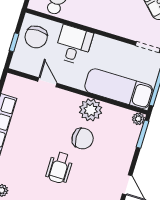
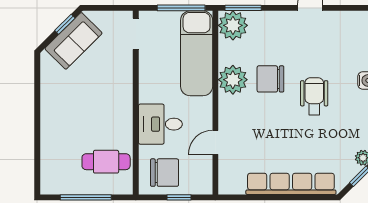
plant: (138, 119) -> (233, 25), width x1.88, depth x1.88
chair: (83, 139) -> (270, 79), turned -90
wheelchair: (59, 168) -> (314, 96), turned -90

